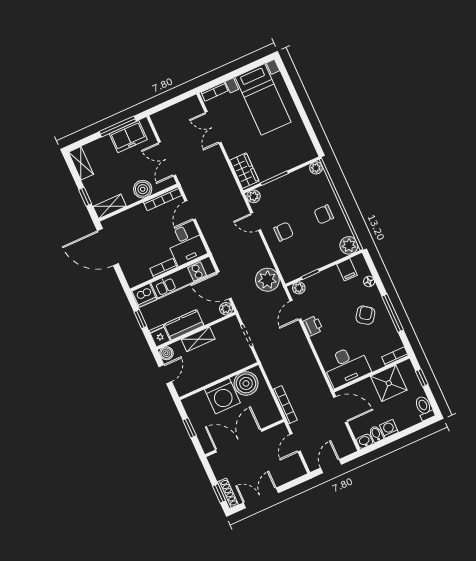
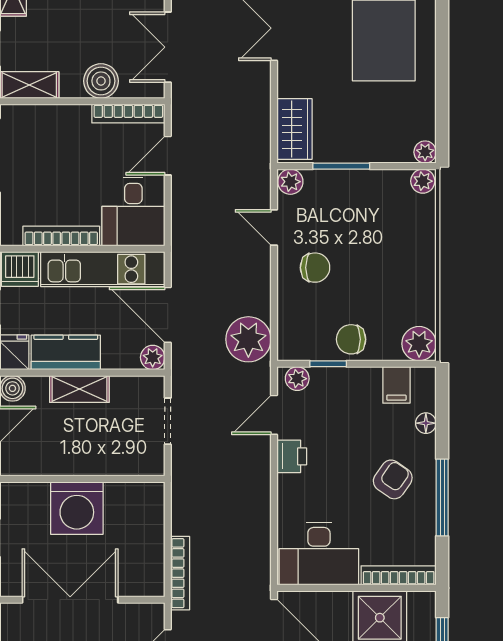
plant: (311, 154) -> (425, 152), added
chair: (324, 214) -> (351, 339), moved
bookcase: (163, 268) -> (61, 236), width x1.56
bookcase: (395, 356) -> (399, 575), width x1.56
boiler: (246, 383) -> (128, 505), removed

